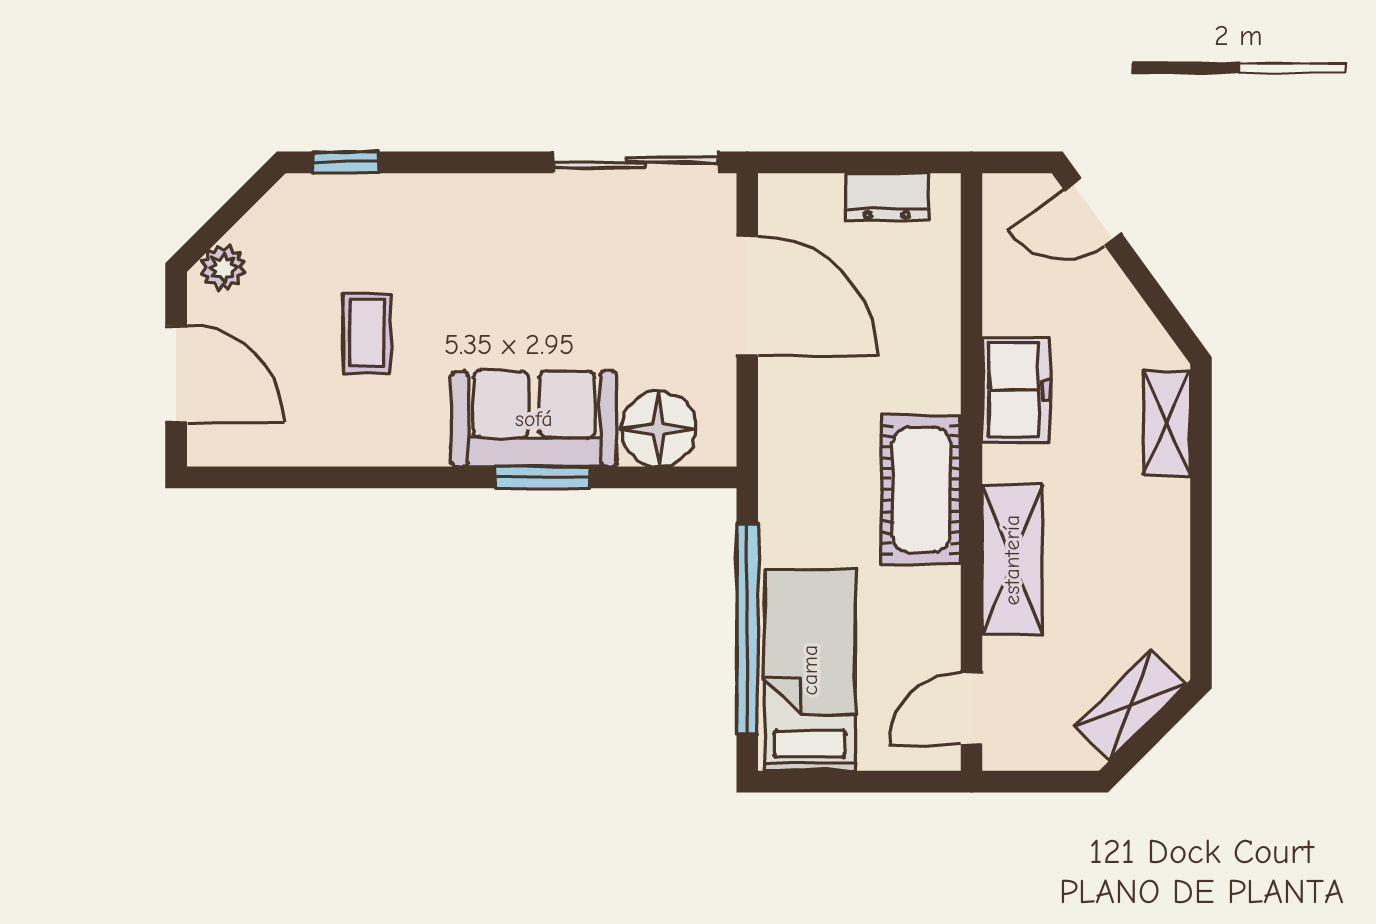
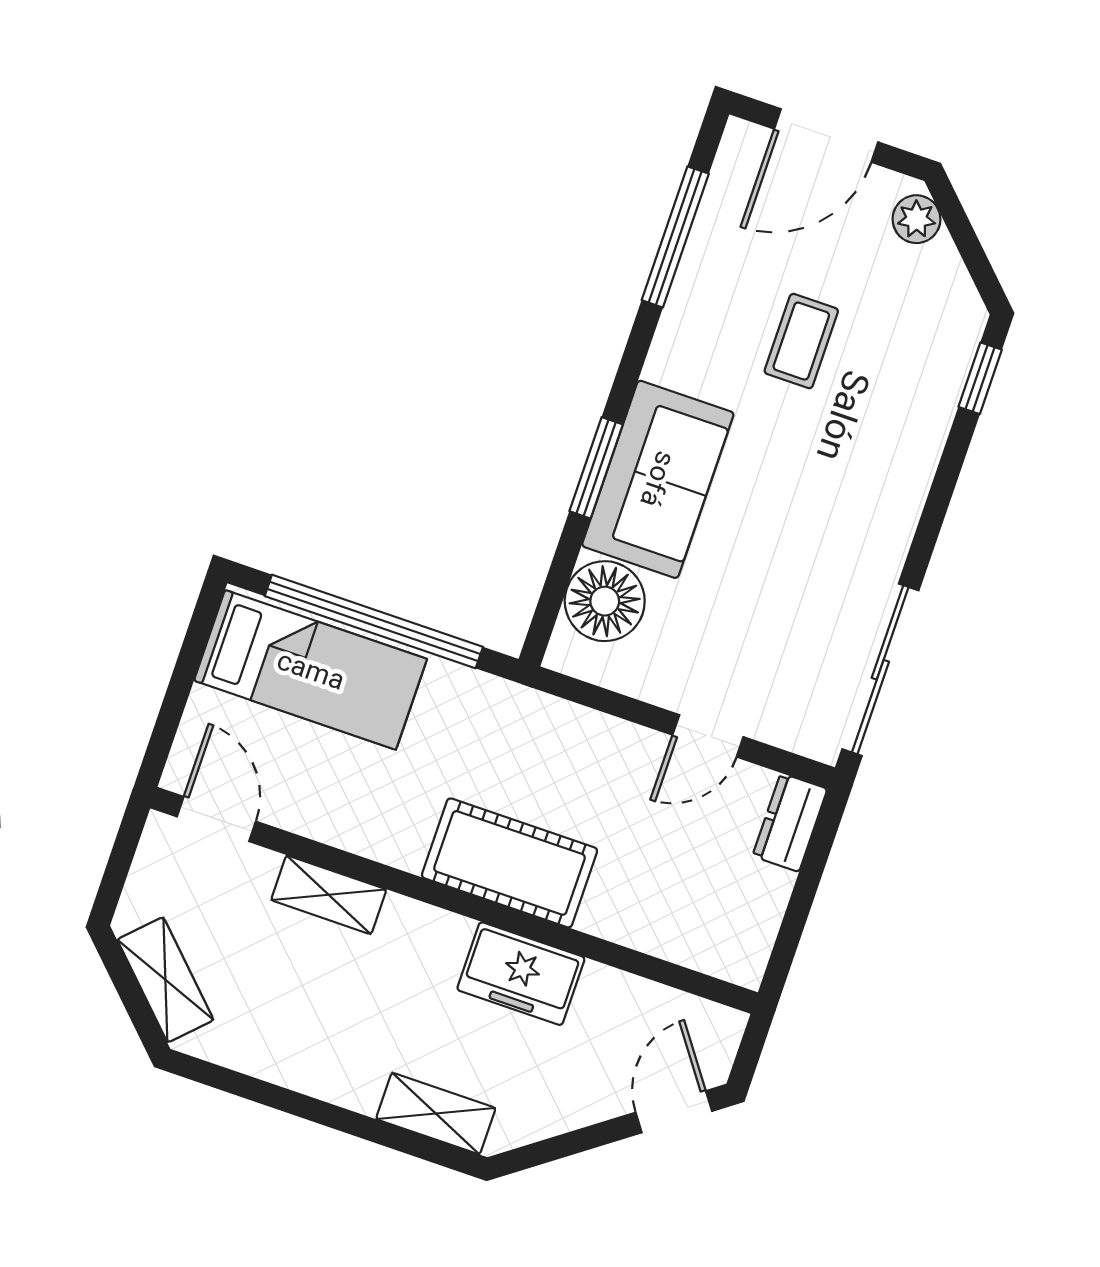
dresser: (887, 196) -> (790, 822), moved
door: (747, 296) -> (708, 736), width x0.53
coffee table: (367, 333) -> (801, 341), turned 90
window: (313, 477) -> (675, 237), added
cot: (921, 490) -> (509, 863), moved
shelving: (1012, 560) -> (329, 895), width x0.67, depth x0.75

